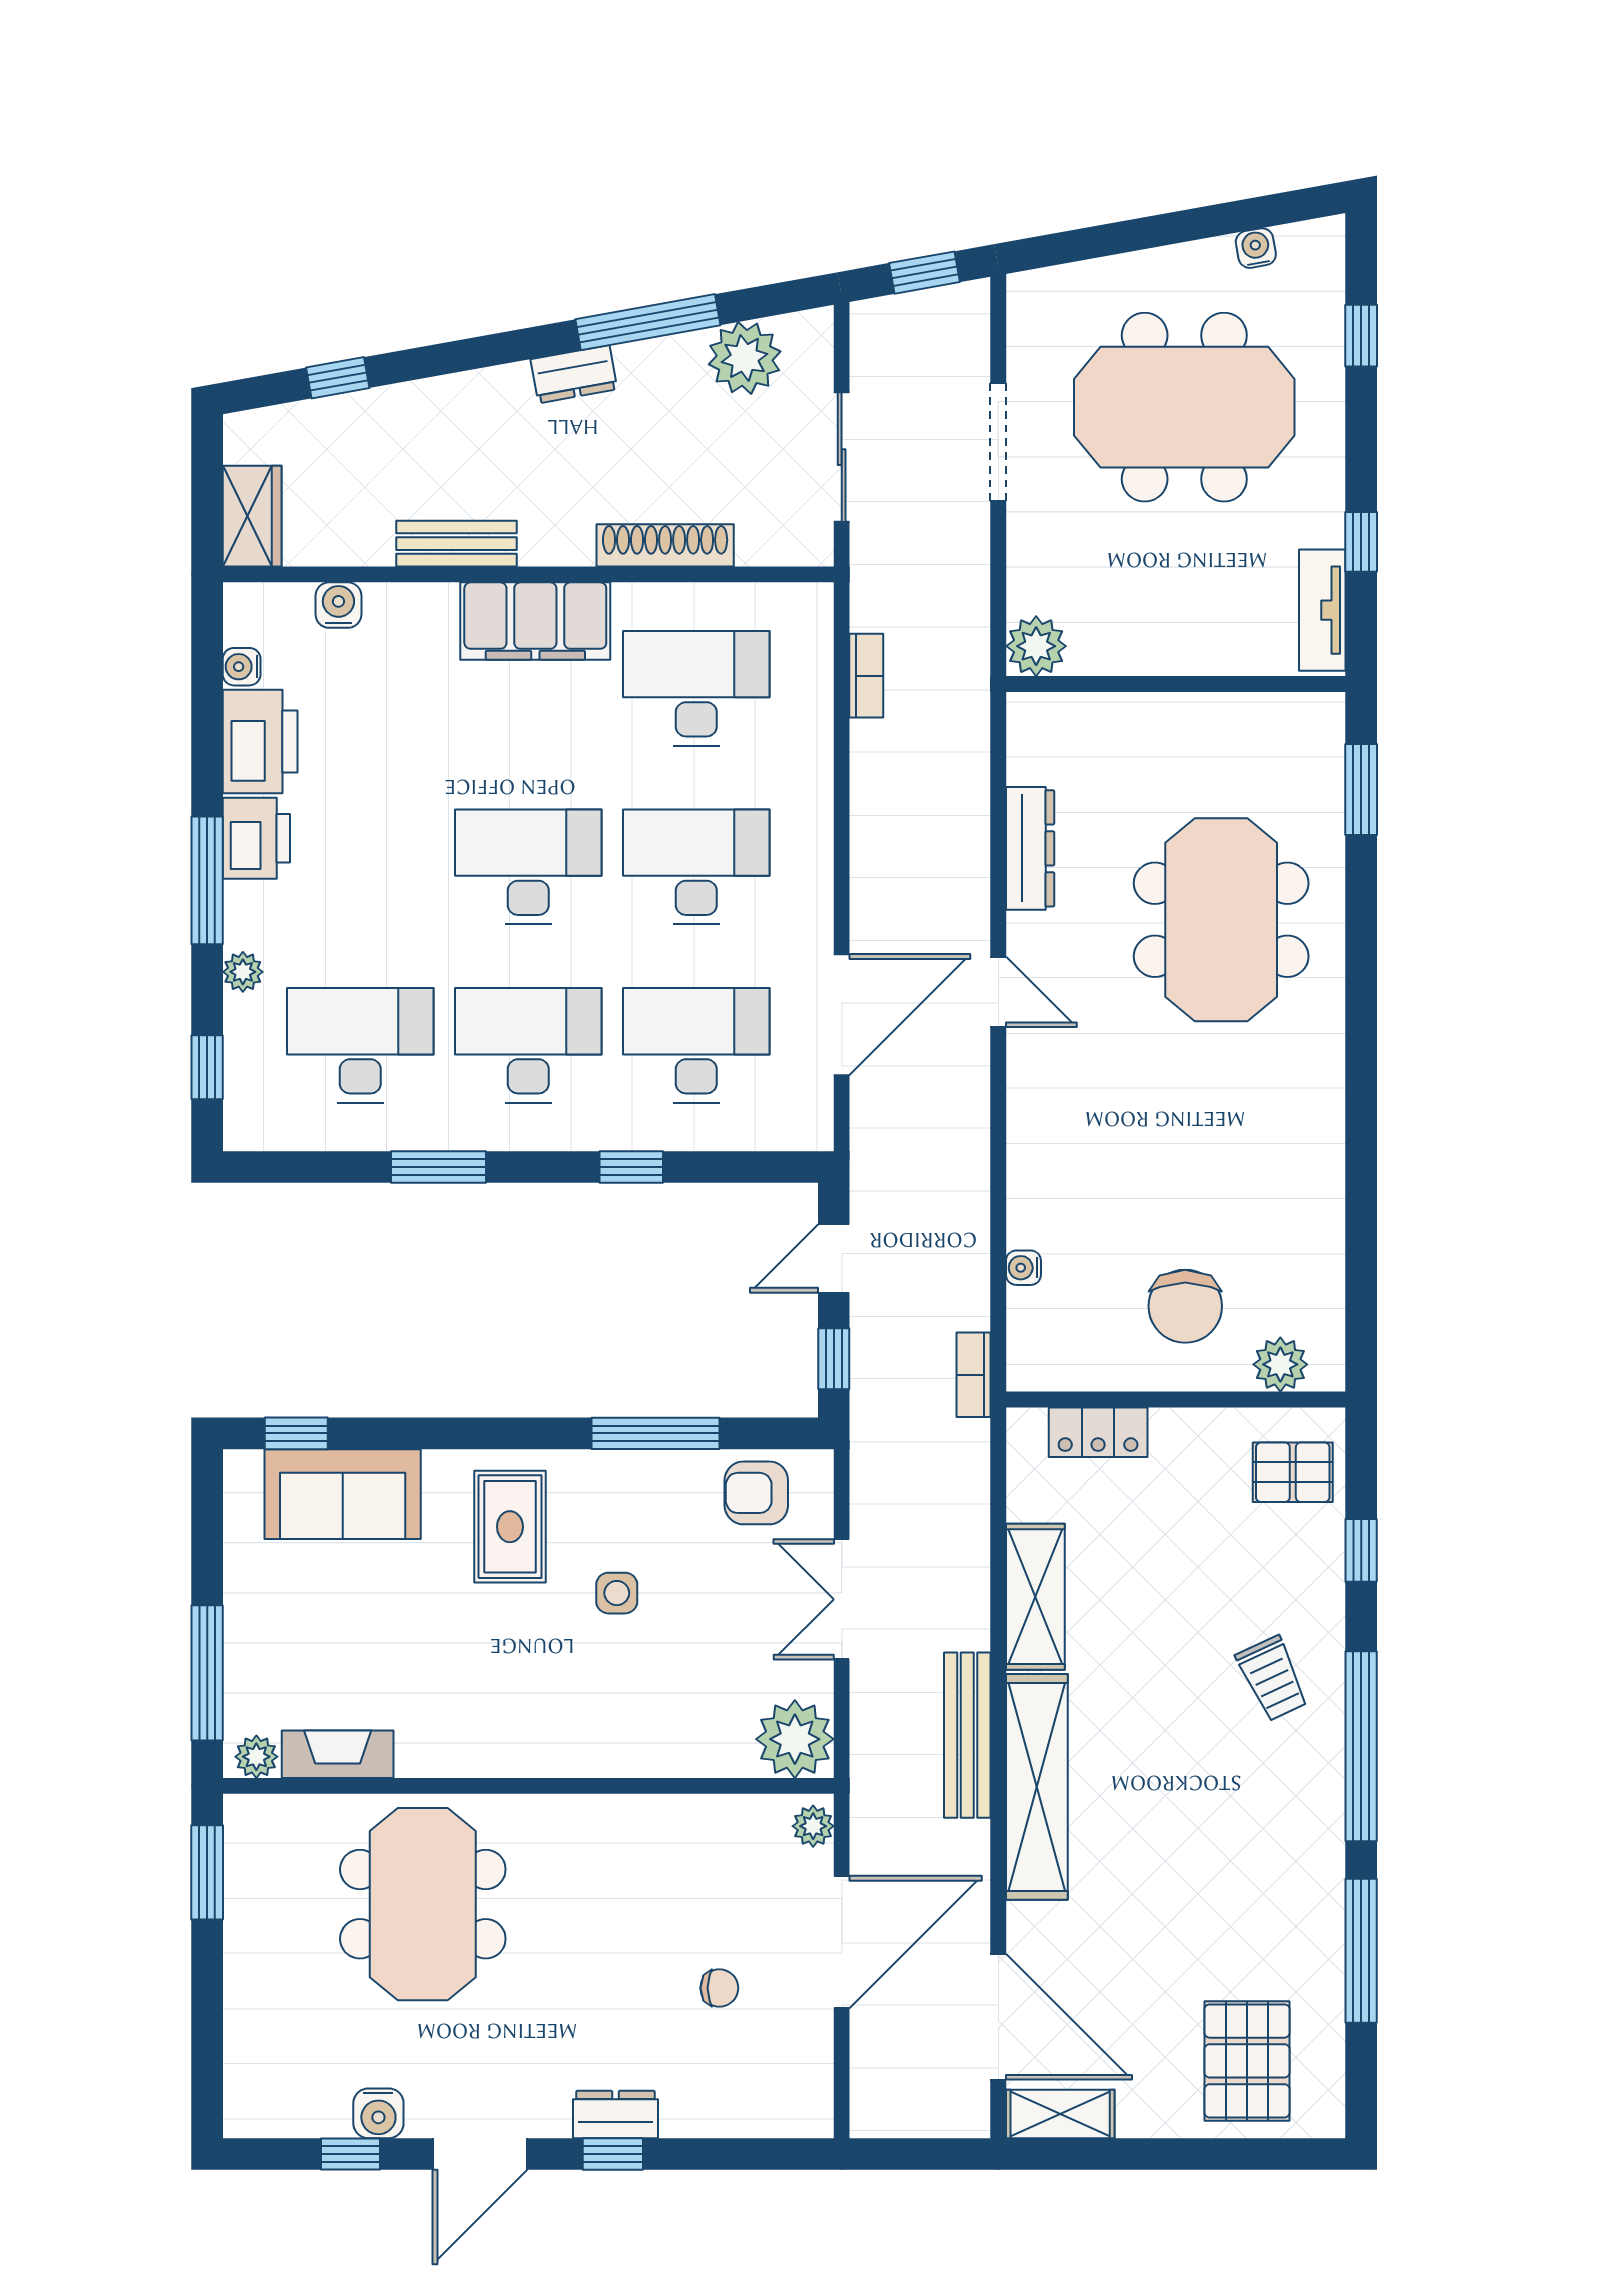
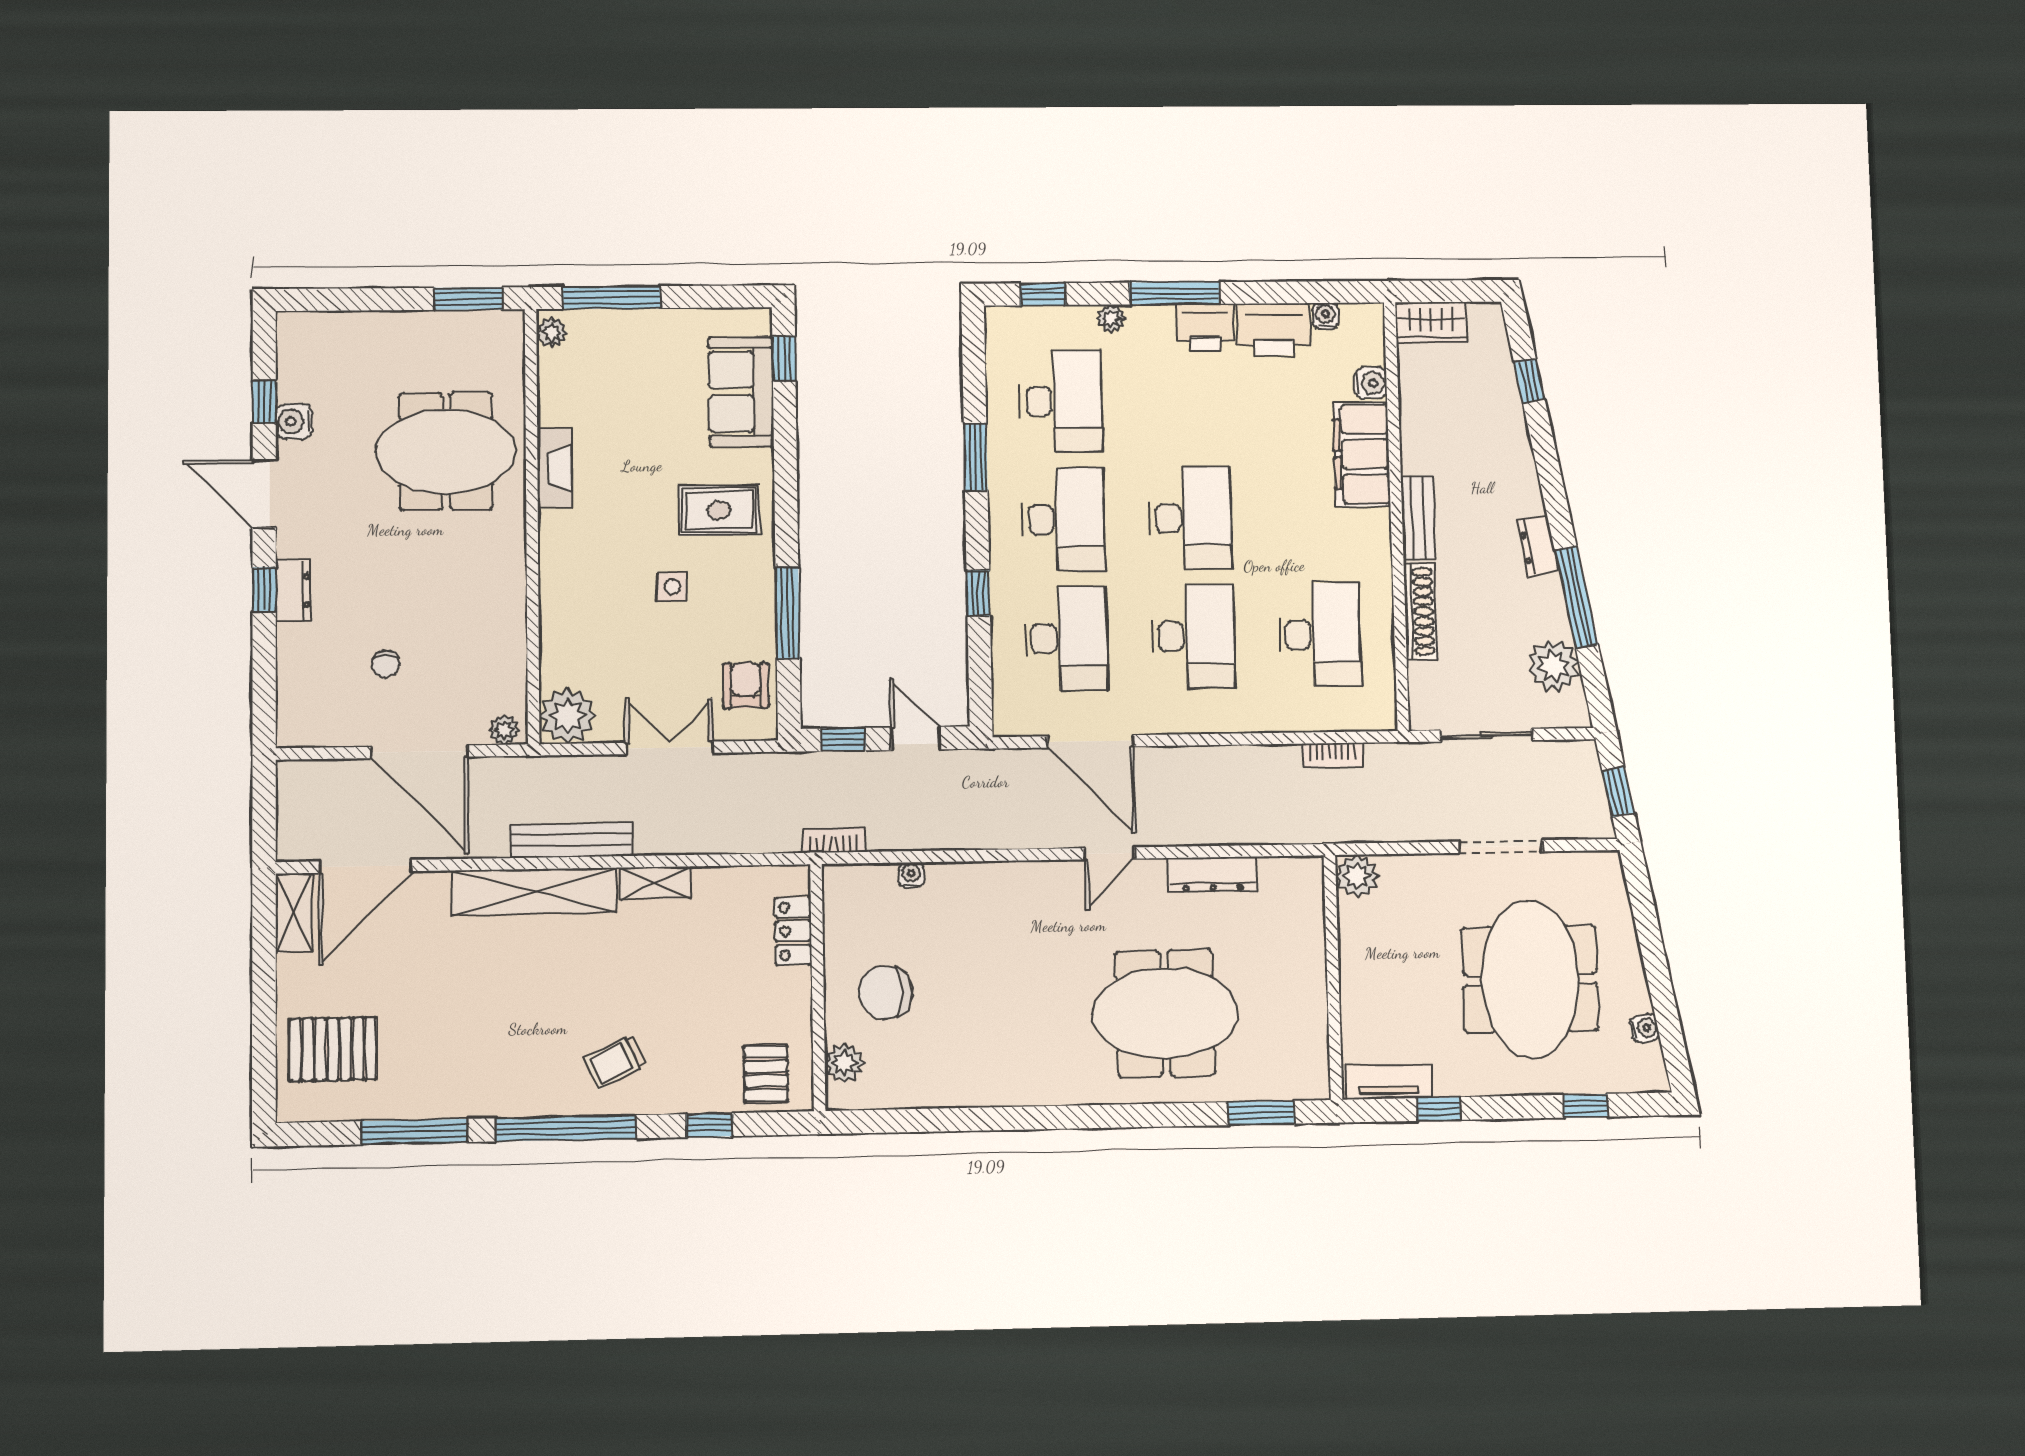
bench: (457, 544) -> (1418, 518), moved
filing cabinet: (535, 621) -> (1362, 454), moved
shelving: (1035, 1597) -> (655, 883), width x0.67, depth x0.75
fireplace: (338, 1754) -> (555, 469), moved

